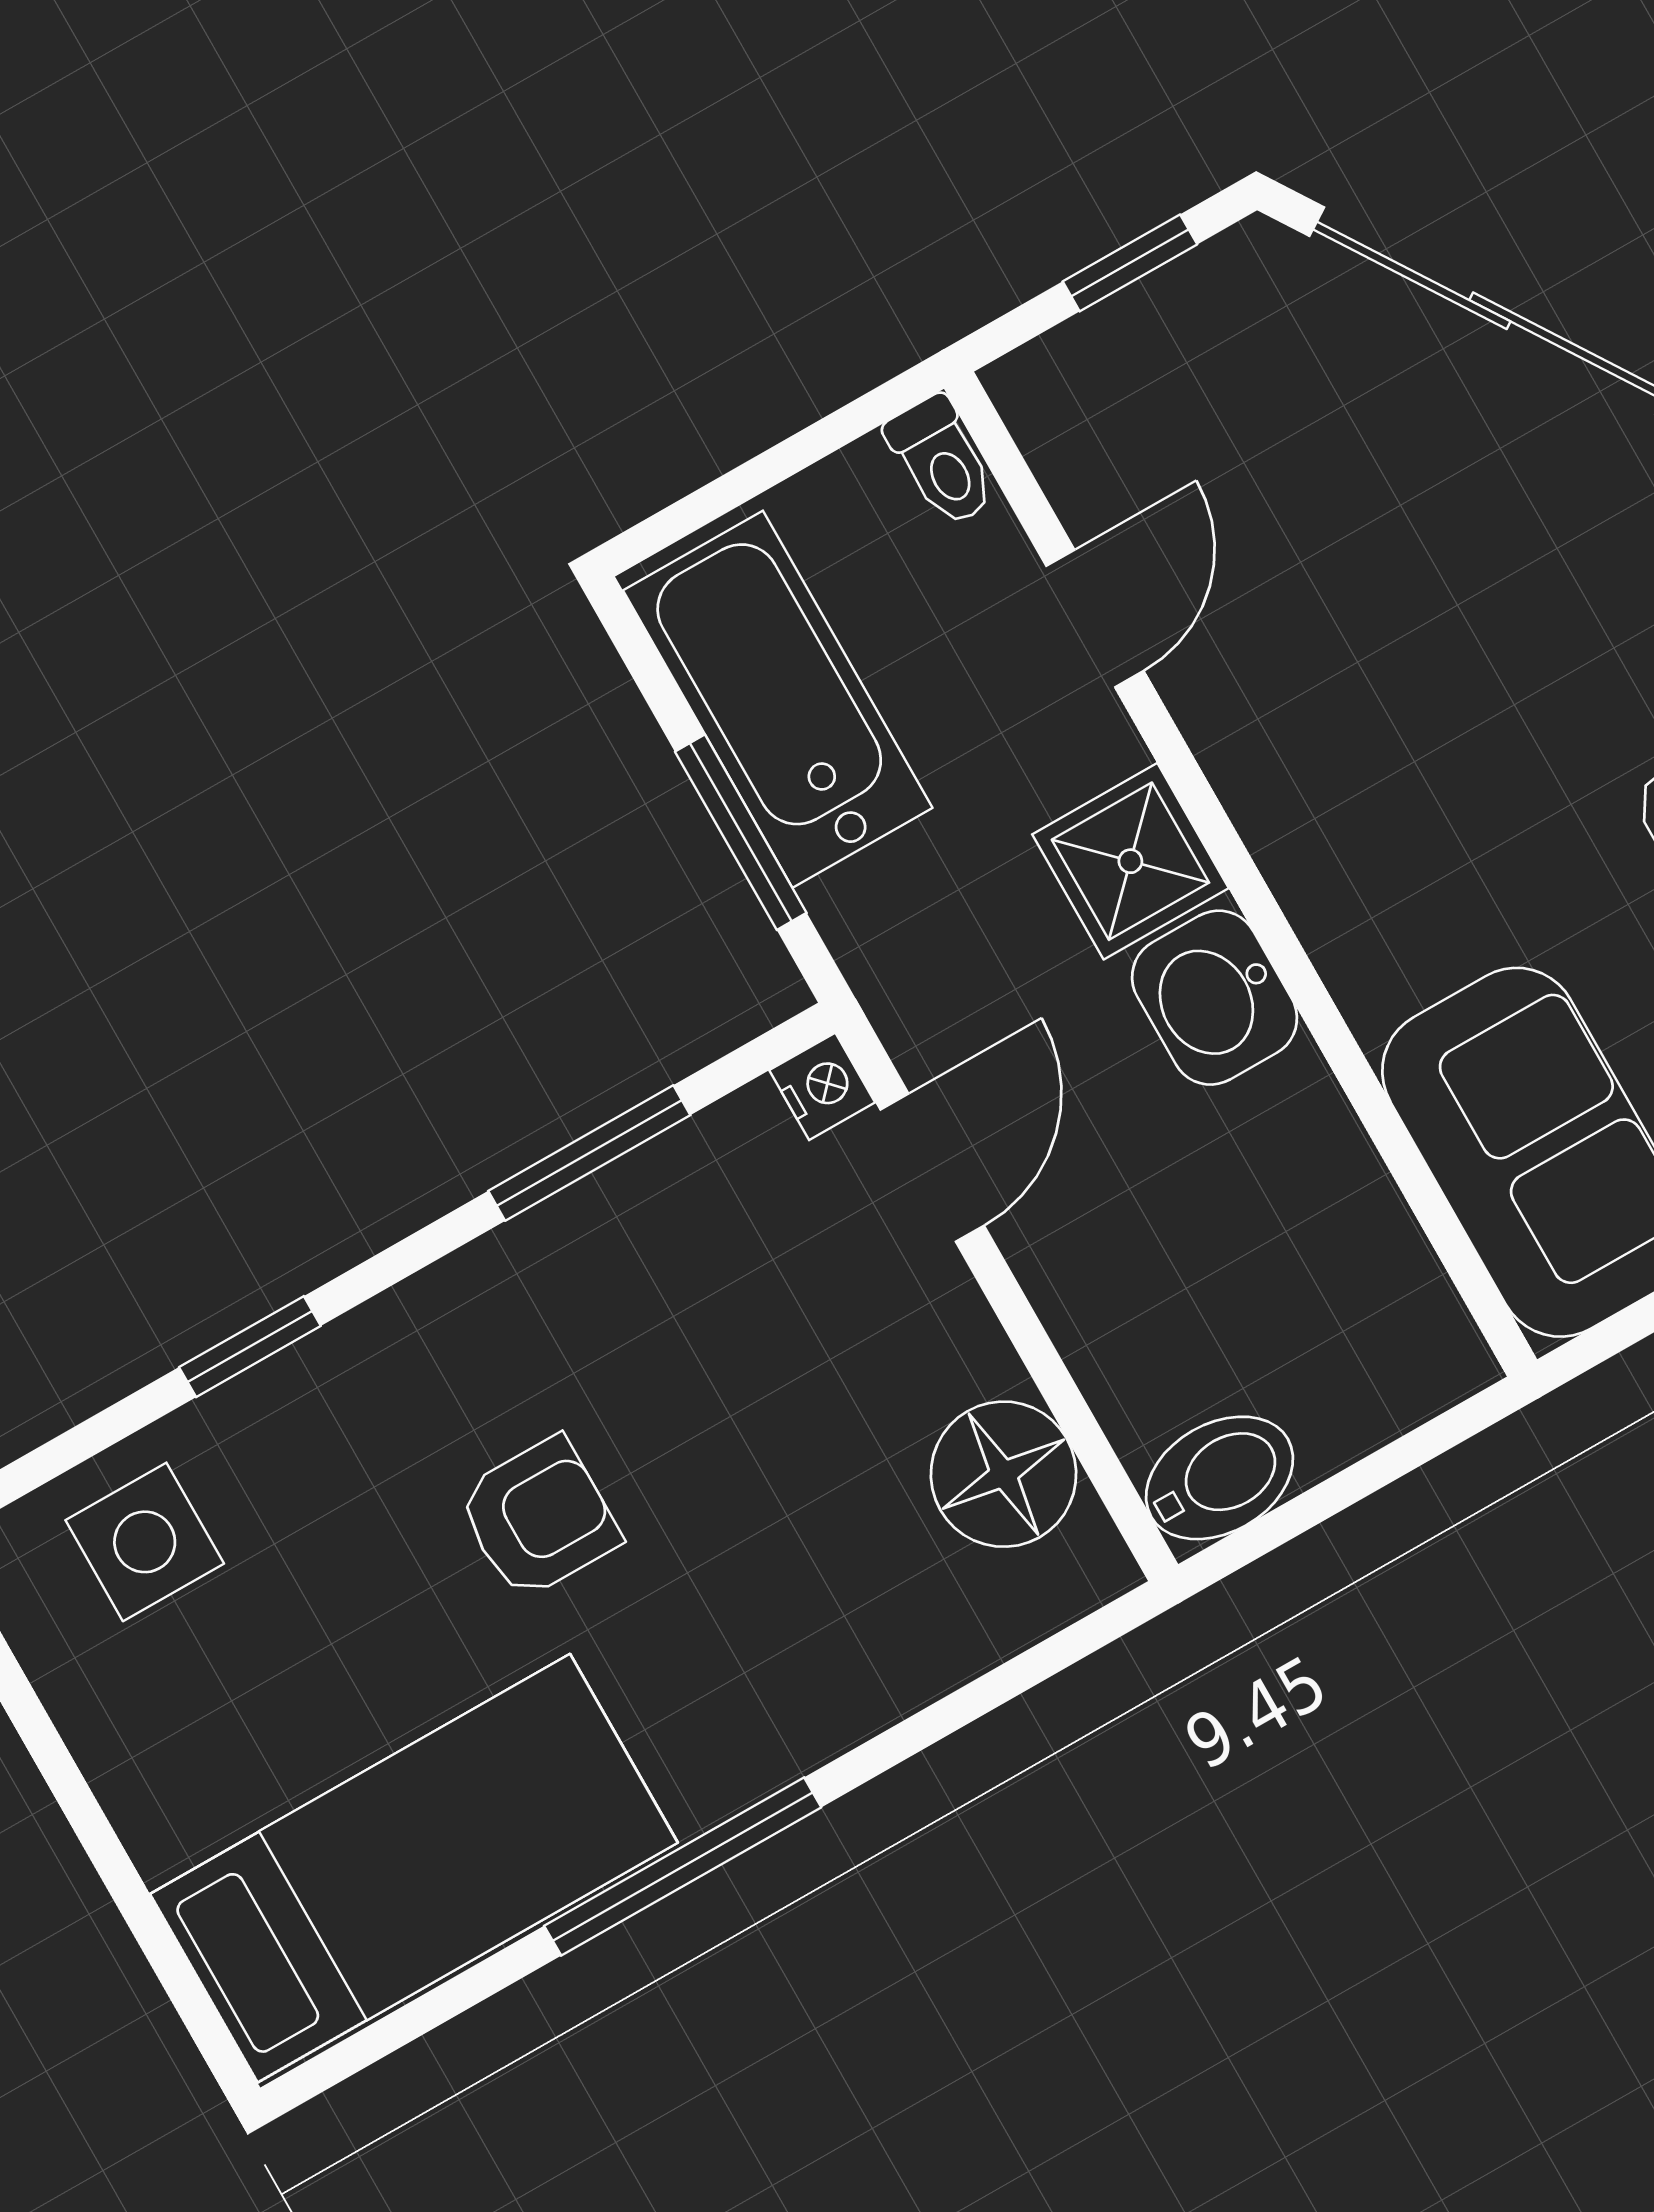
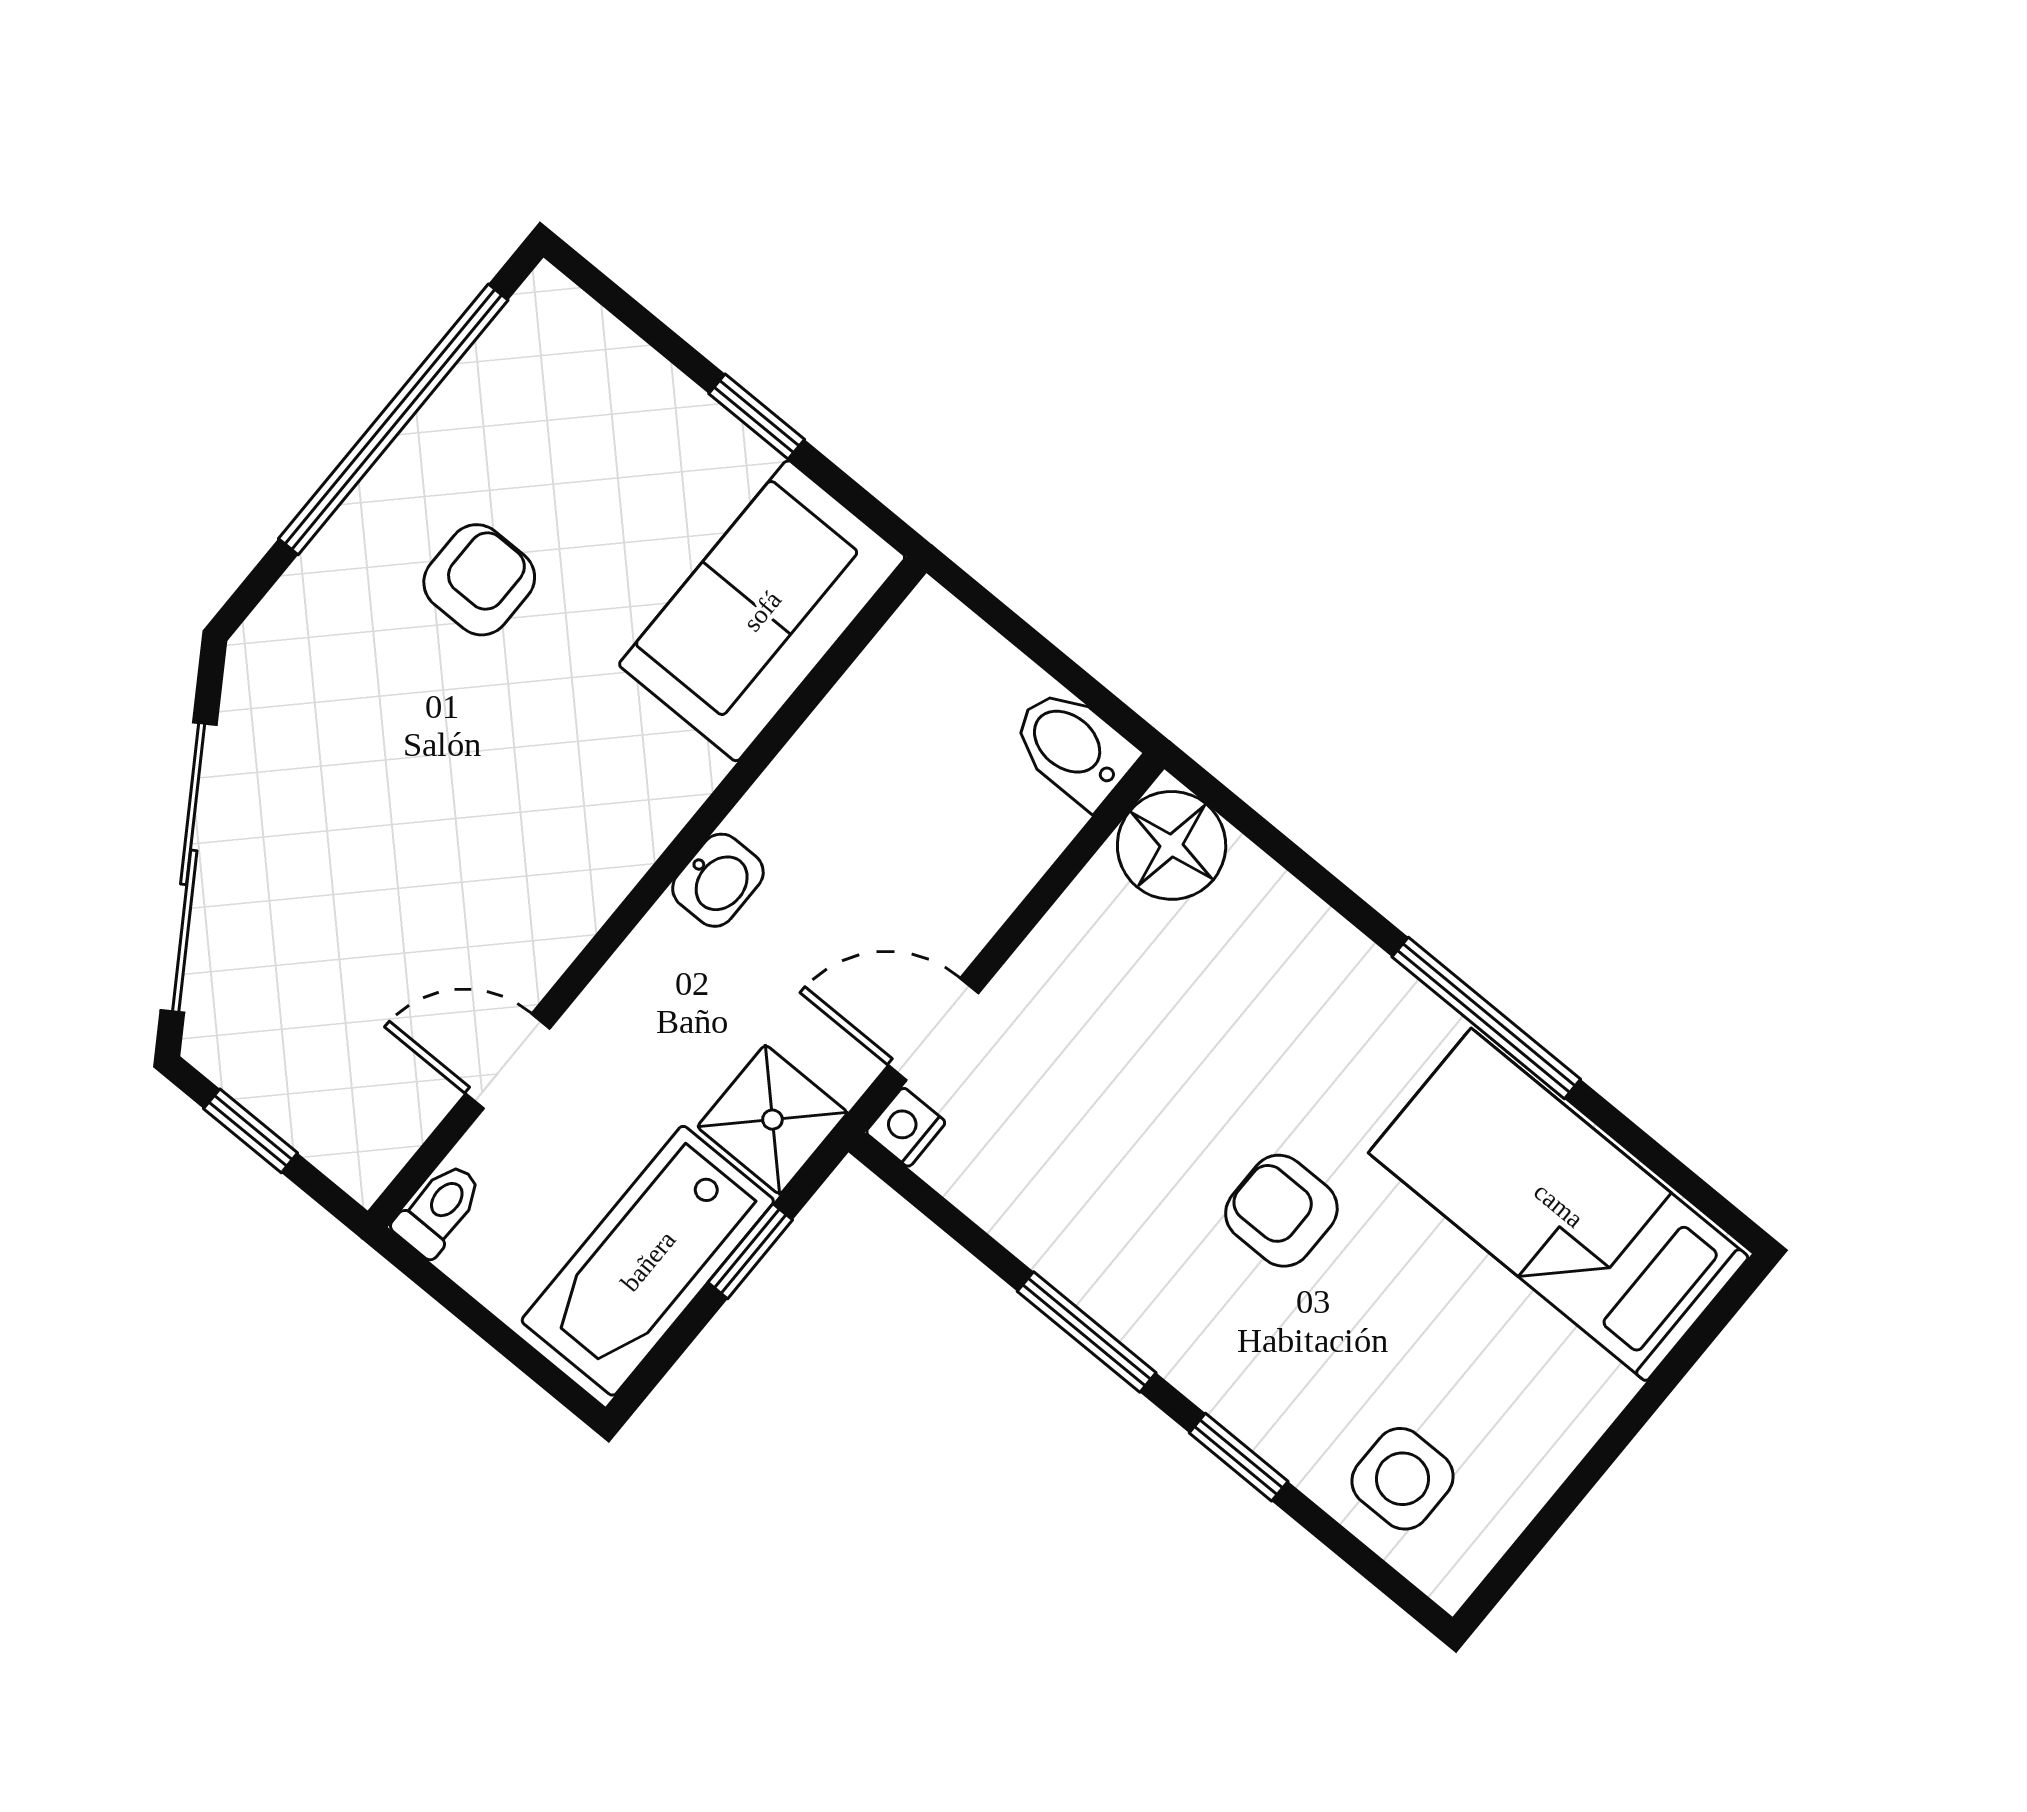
window: (741, 832) -> (750, 1251), width x0.67
shower: (1130, 861) -> (772, 1120), moved
washbasin: (1215, 998) -> (718, 880), width x0.72, depth x0.69
window: (589, 1153) -> (1087, 1332), moved
floor lamp: (1004, 1474) -> (1172, 845), moved

